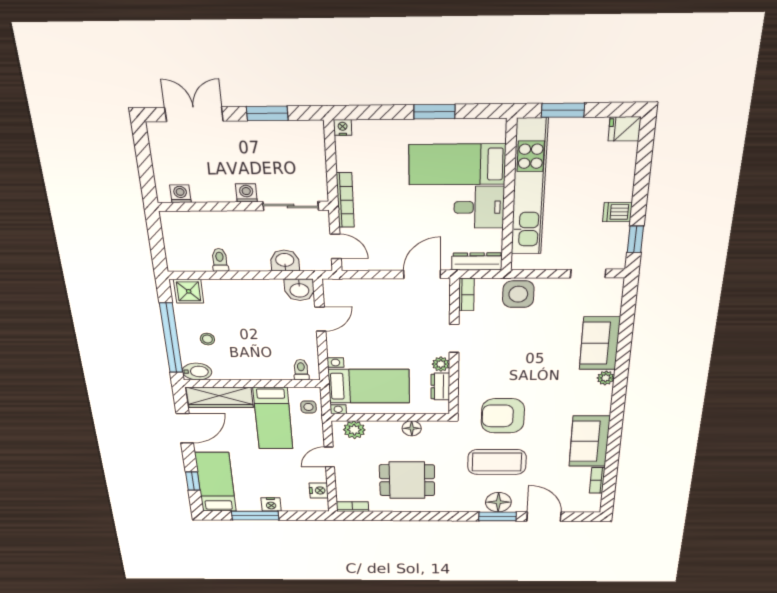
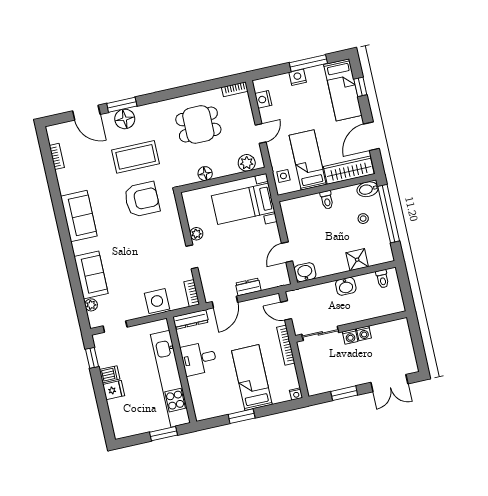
fridge: (624, 129) -> (114, 390), moved
bed: (457, 164) -> (252, 378), moved, turned -90
washing machine: (180, 194) -> (364, 333), moved
toilet: (220, 260) -> (382, 279), moved
washbasin: (285, 261) -> (346, 286), moved
shower: (189, 291) -> (357, 260), moved
toilet: (301, 370) -> (327, 200), moved
plant: (606, 378) -> (91, 305), moved
dresser: (440, 387) -> (248, 287), moved, turned -90
sofa: (589, 441) -> (79, 216), moved

